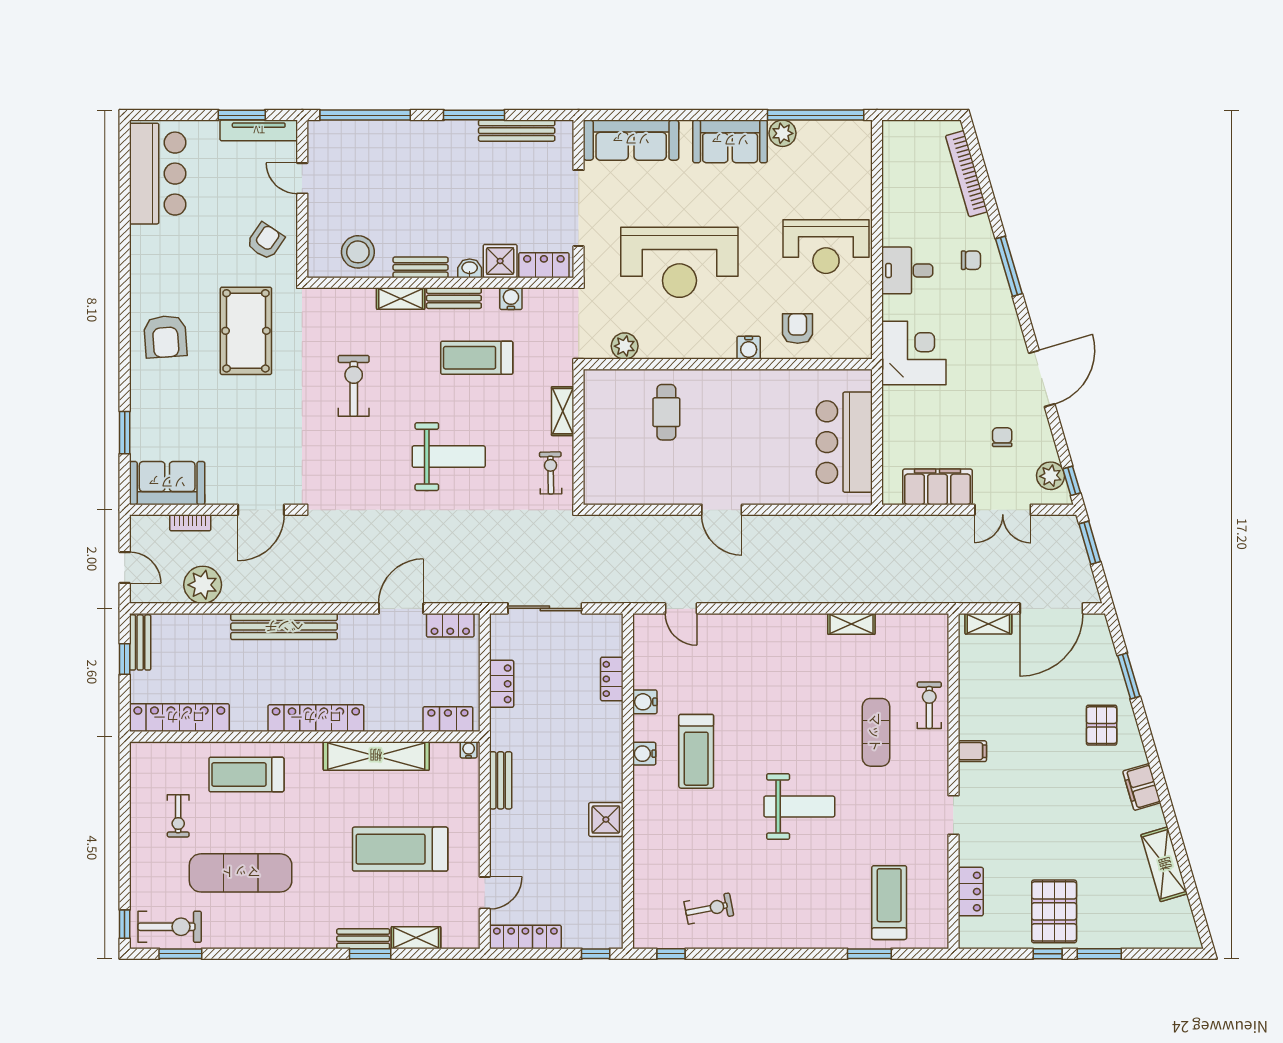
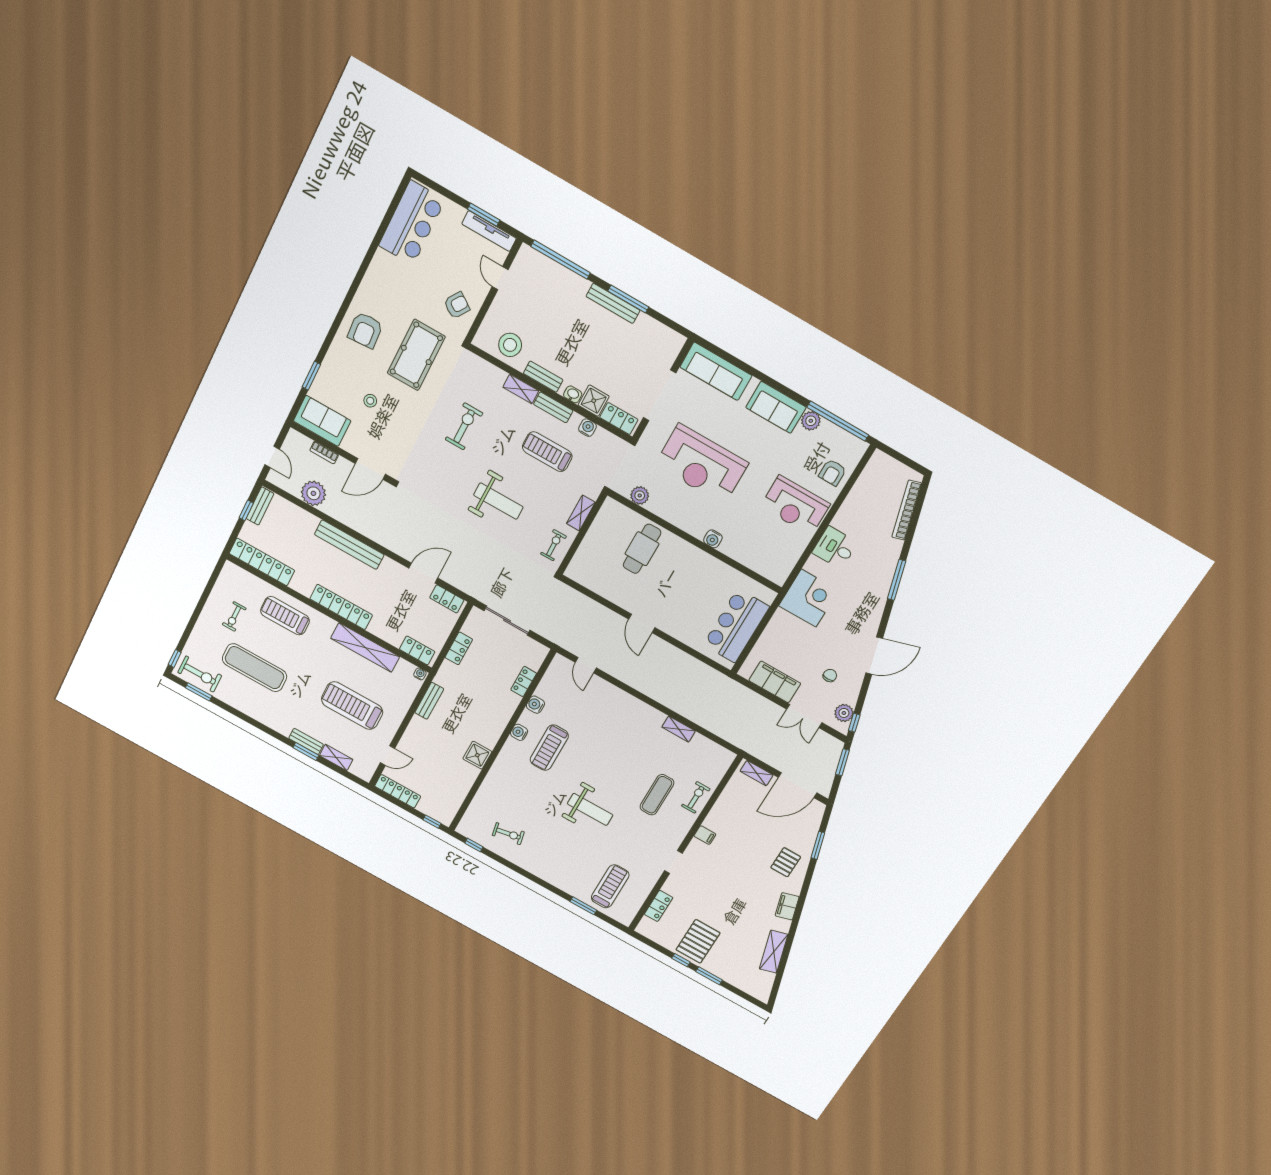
bench: (517, 131) -> (613, 303), moved
chair: (971, 260) -> (876, 563), removed
armchair: (798, 329) -> (832, 473), moved, turned 180
cafe table: (666, 412) -> (642, 549), width x1.37, depth x1.35
stool: (217, 422) -> (370, 401), added

